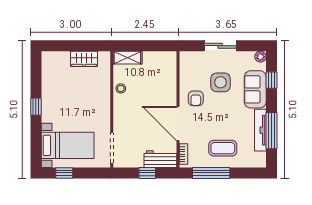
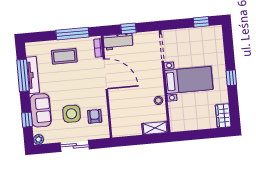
wardrobe: (84, 59) -> (223, 116), moved, turned -90
armchair: (196, 98) -> (95, 116), moved
bed with nightstands: (68, 145) -> (189, 80), moved, turned 180

